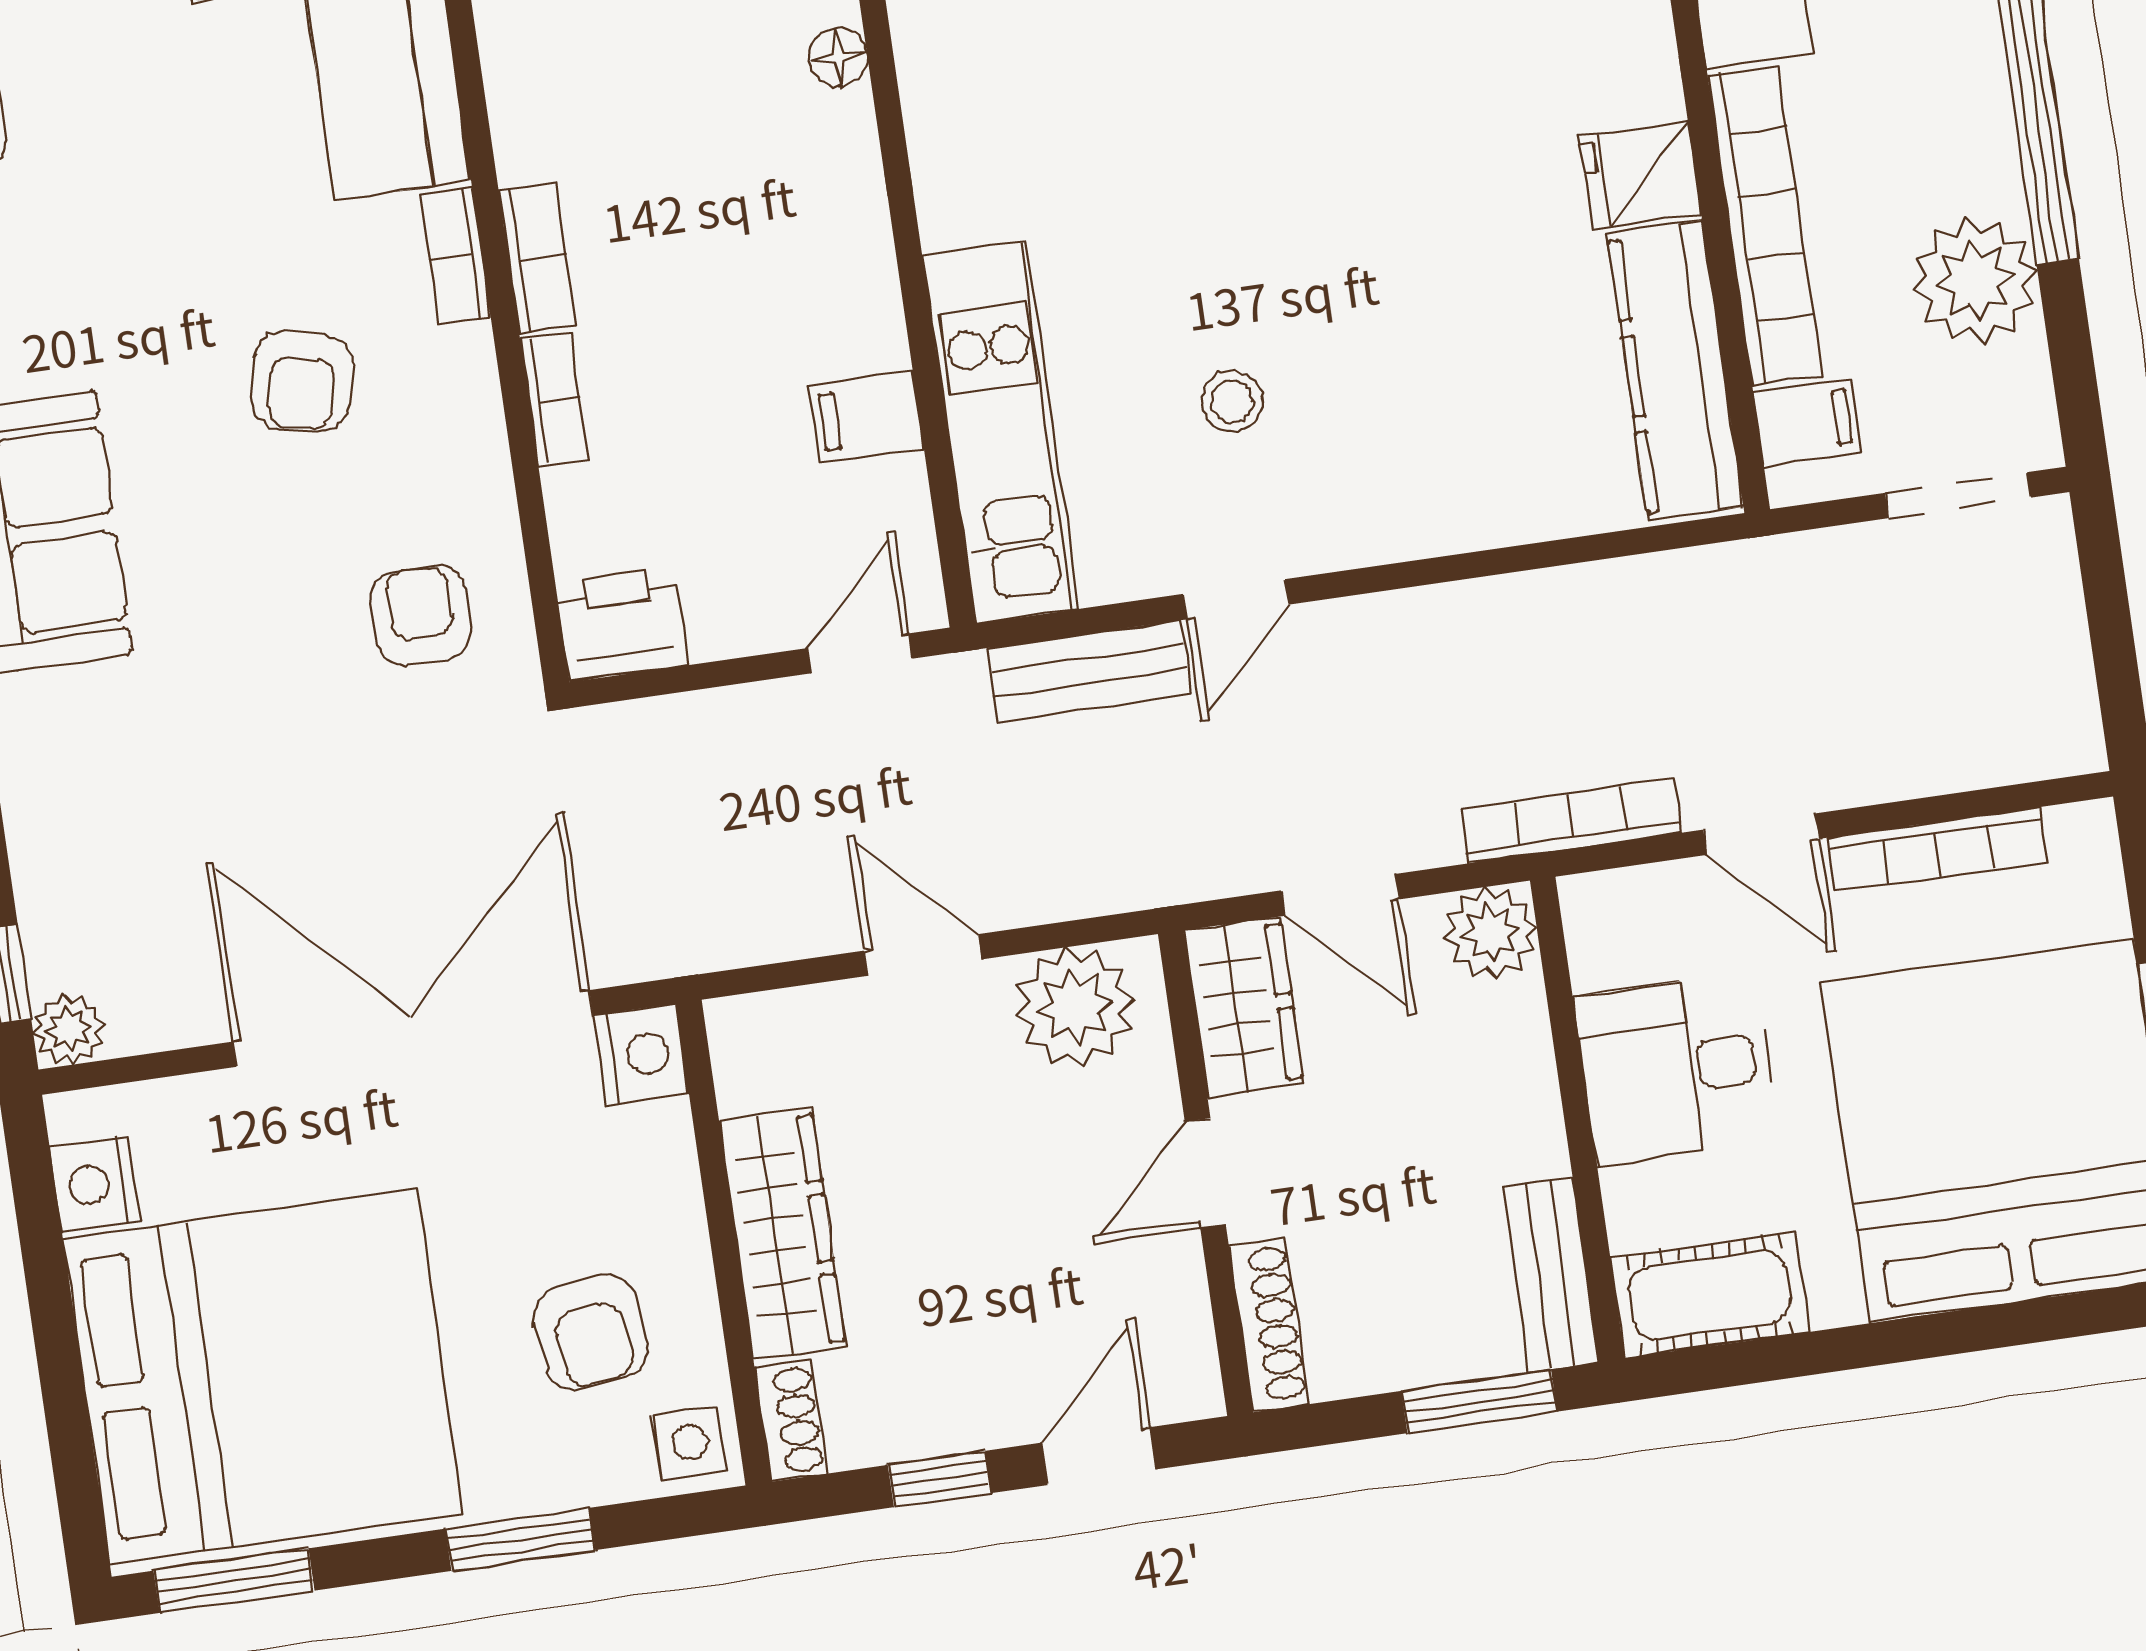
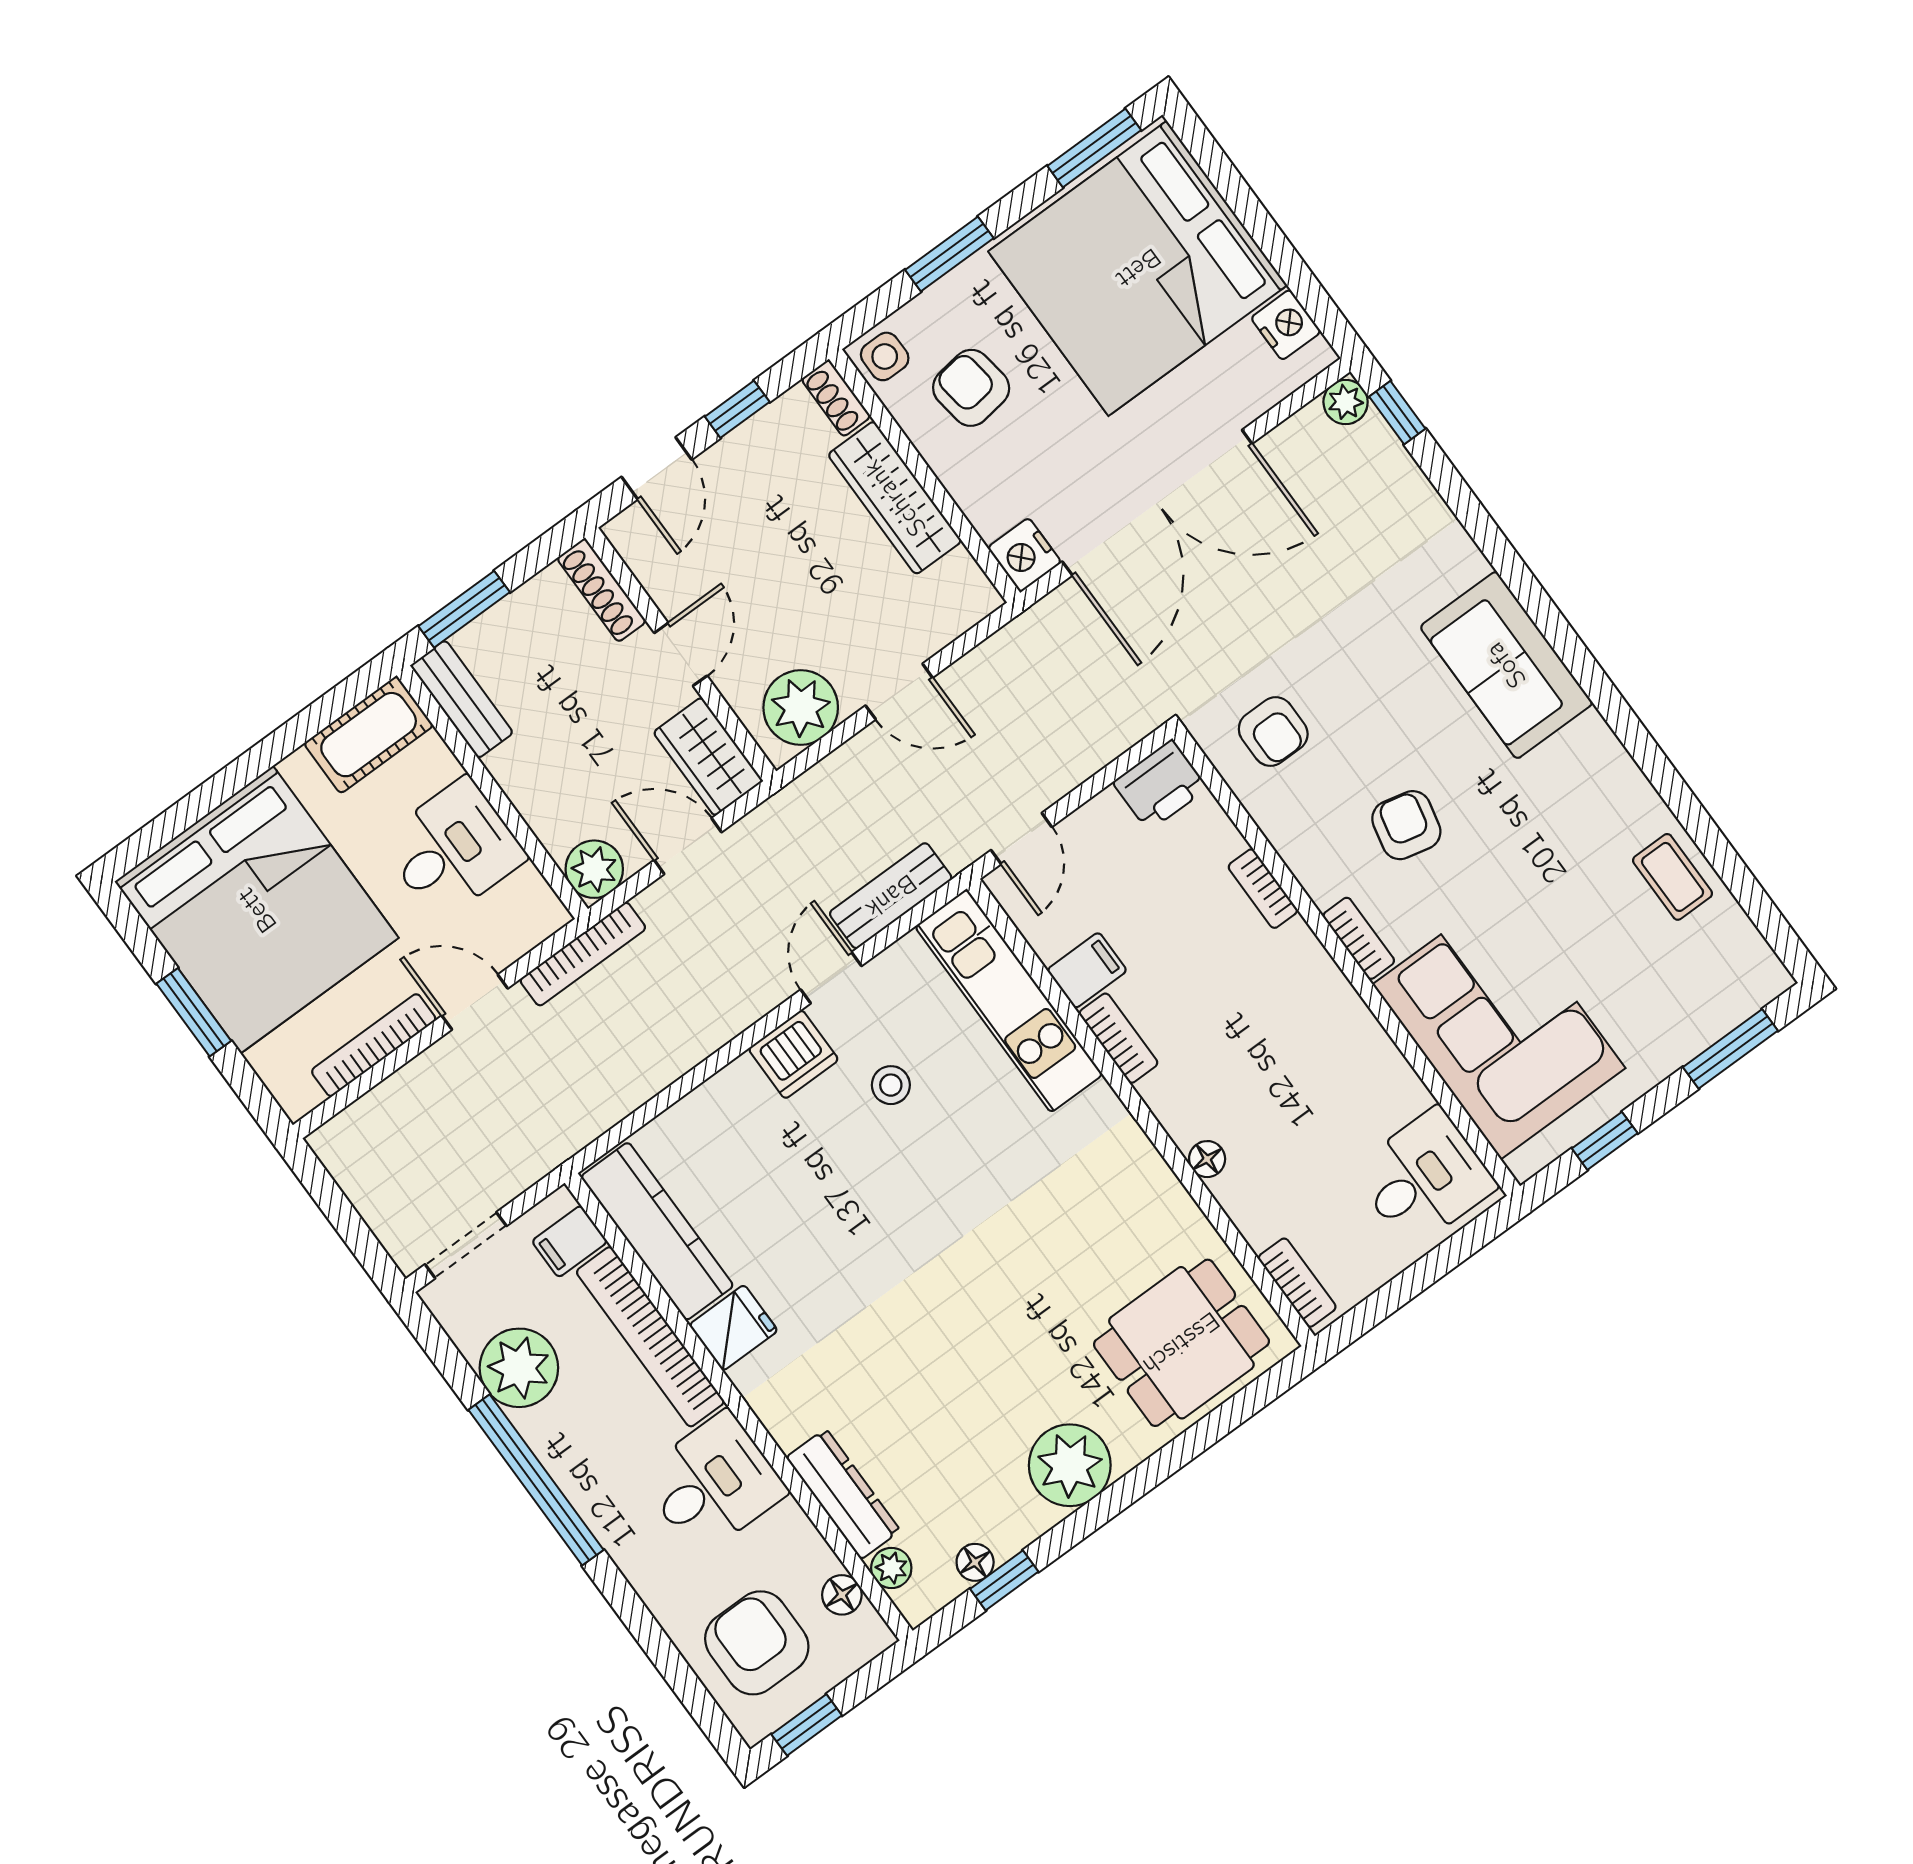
bookcase: (537, 258) -> (1118, 1038), moved, turned 180
dishwasher: (1347, 519) -> (793, 1054), added

